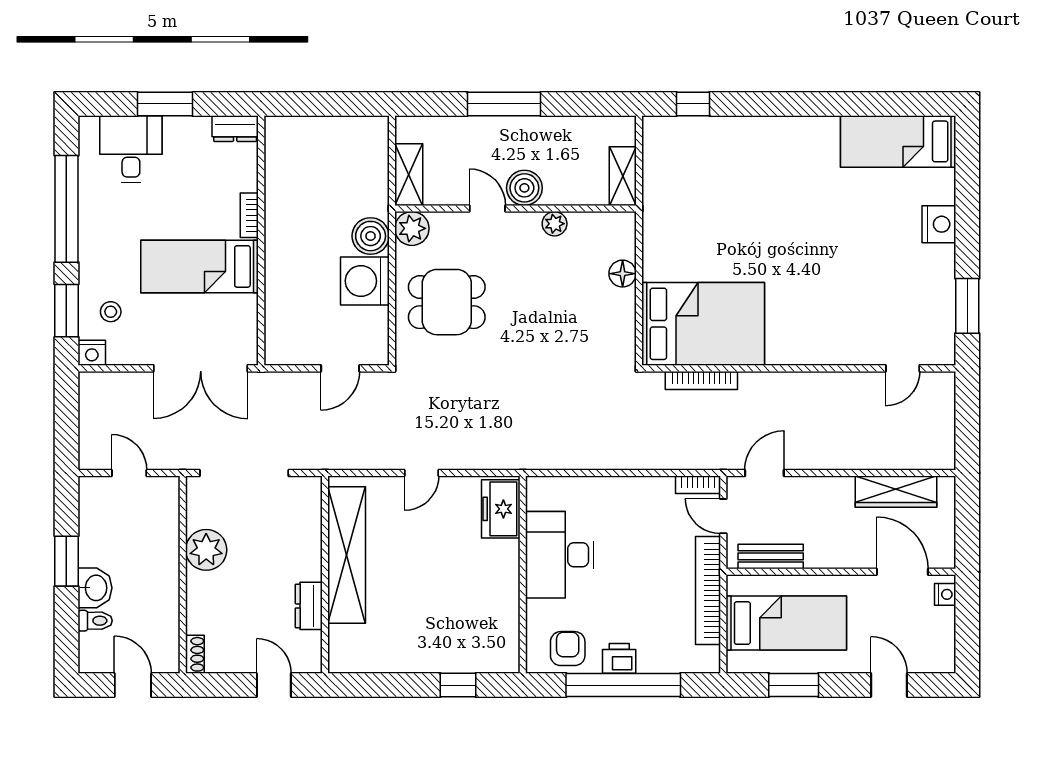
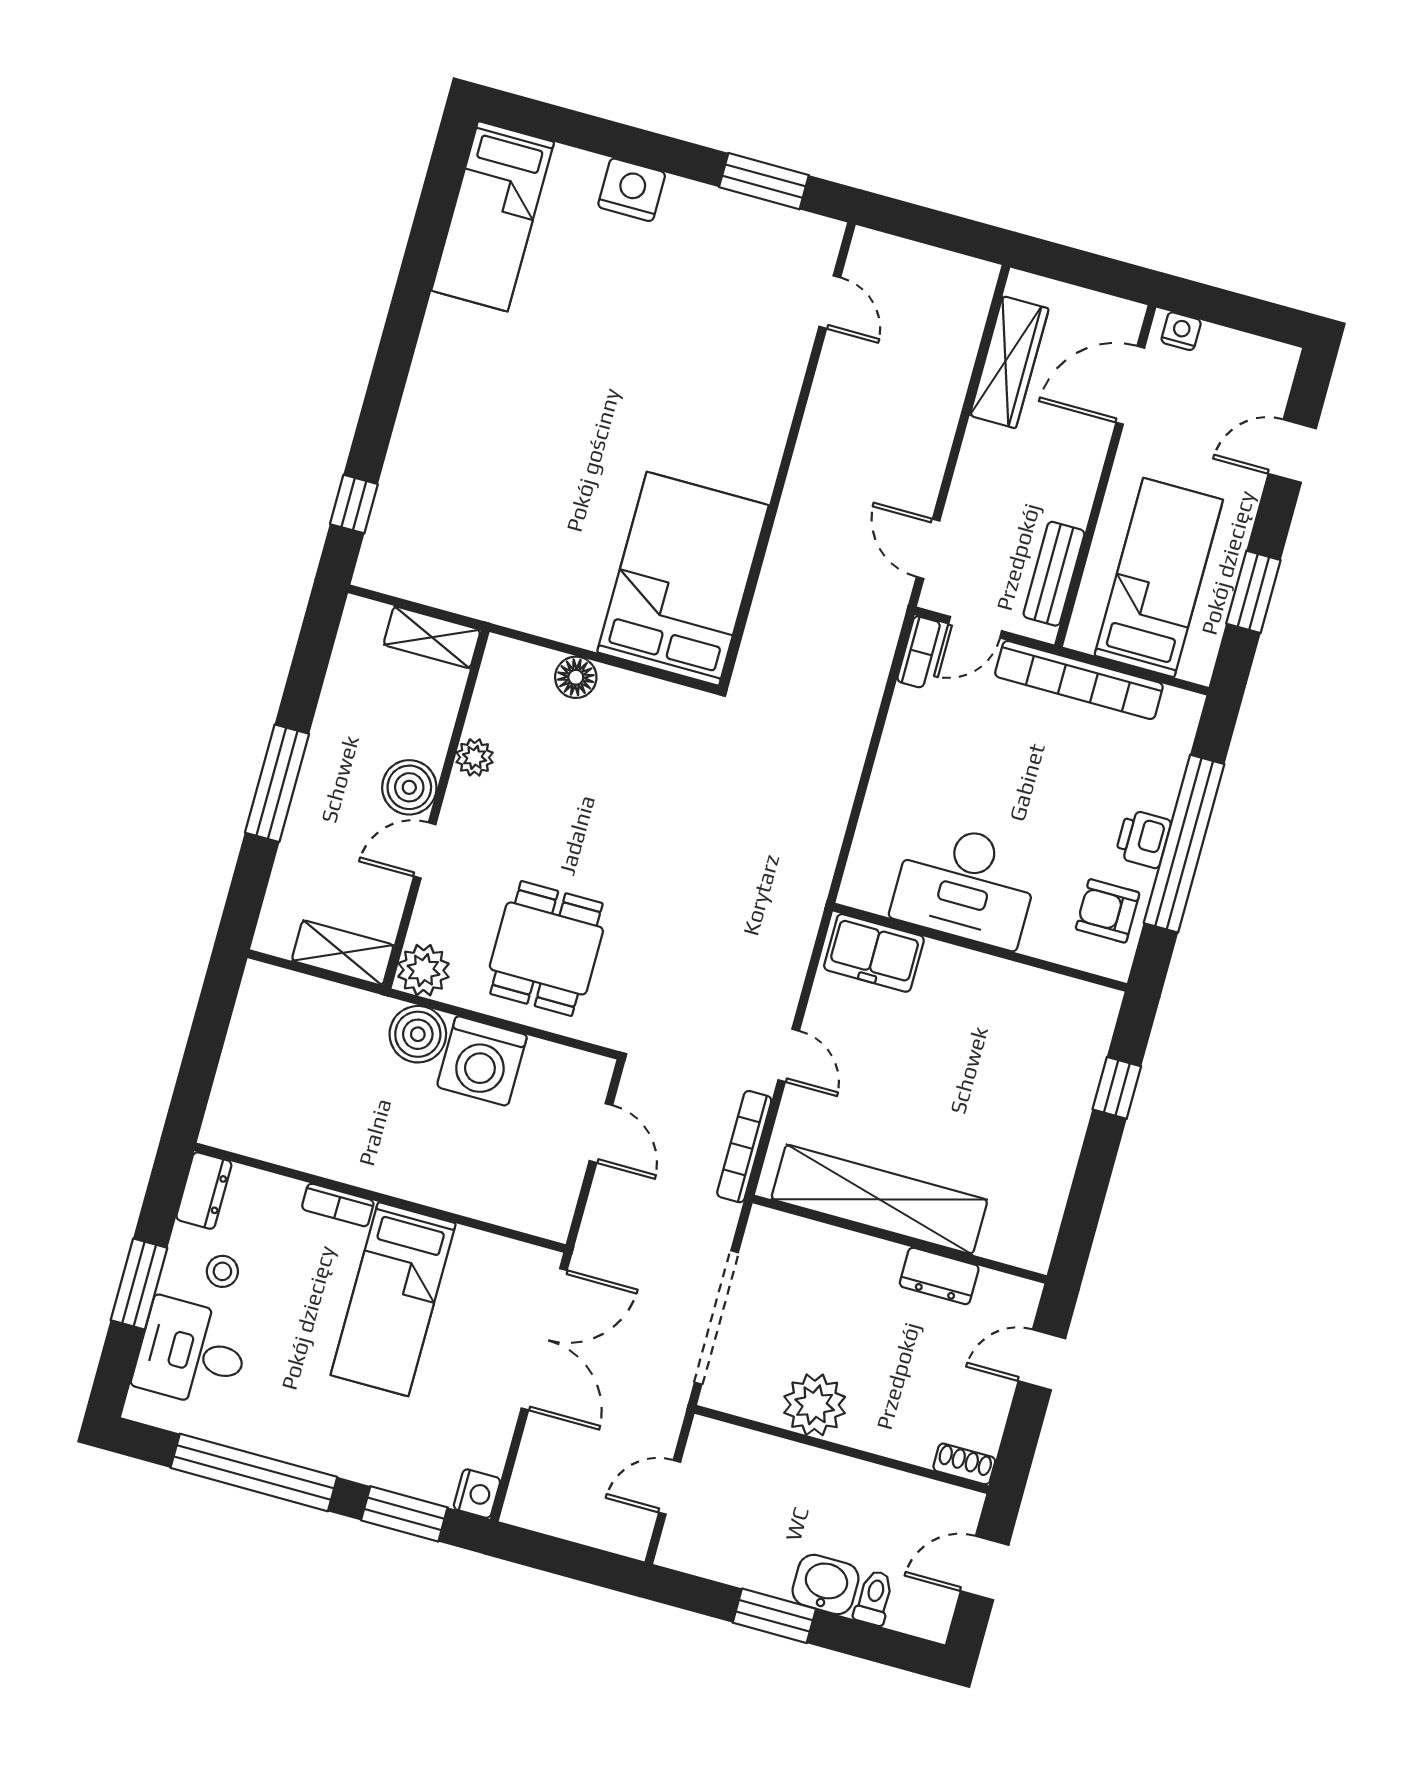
stool: (111, 312) -> (222, 1271), moved
bookcase: (701, 380) -> (744, 1147), moved, turned 180

